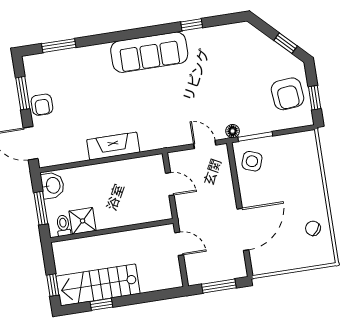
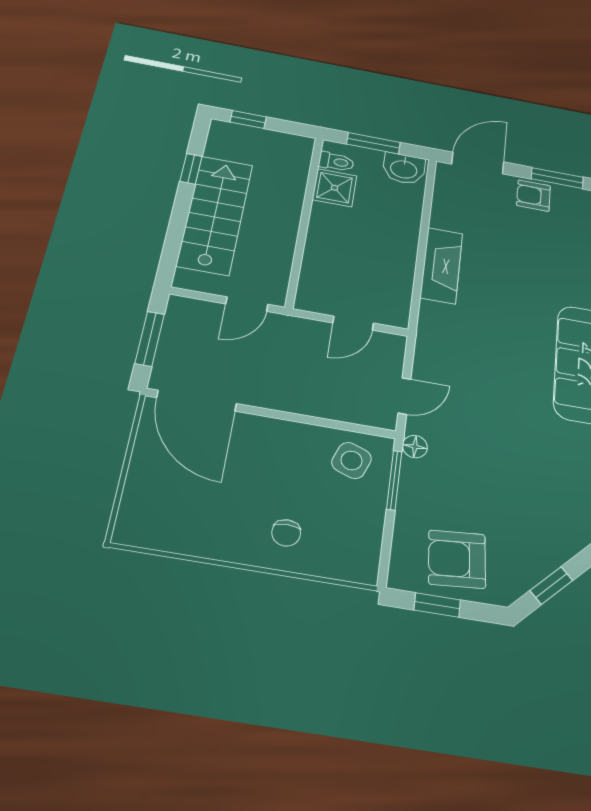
chair: (313, 228) -> (286, 533), moved, turned 143
door: (243, 229) -> (197, 401), moved
stairs: (98, 285) -> (215, 215), moved

